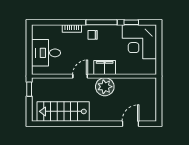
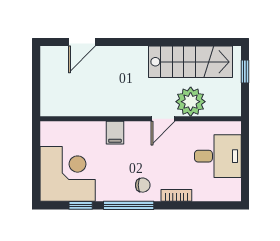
filing cabinet: (105, 67) -> (115, 133), width x0.50
plant: (105, 87) -> (191, 102), moved
window: (29, 89) -> (245, 72), moved

